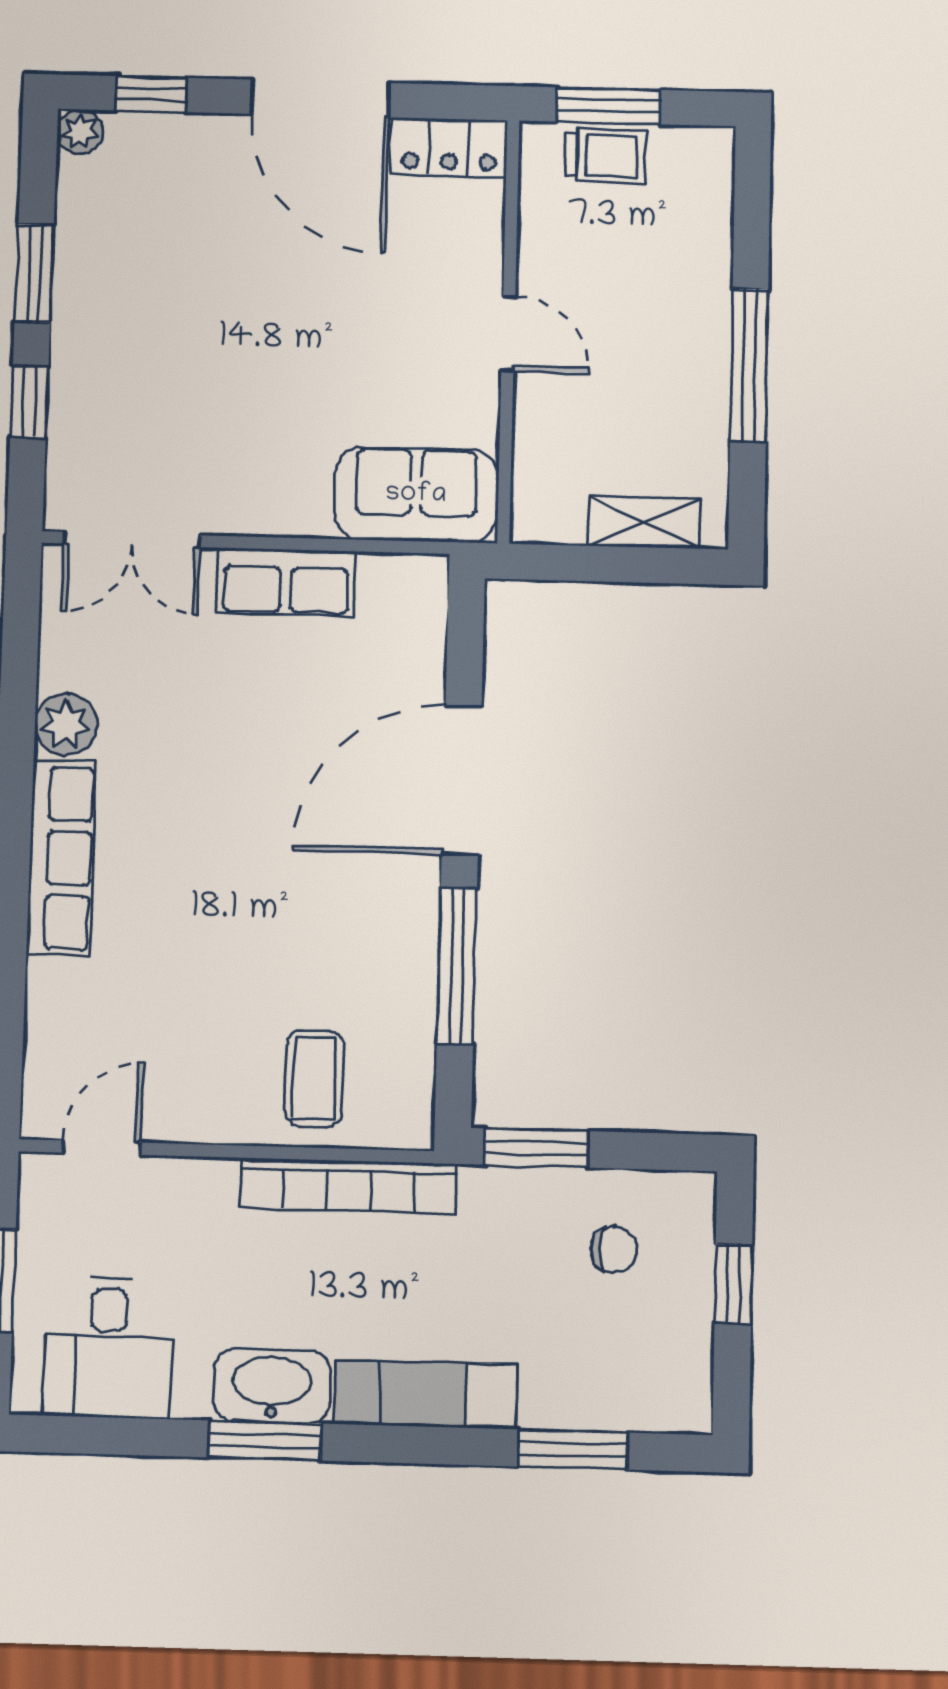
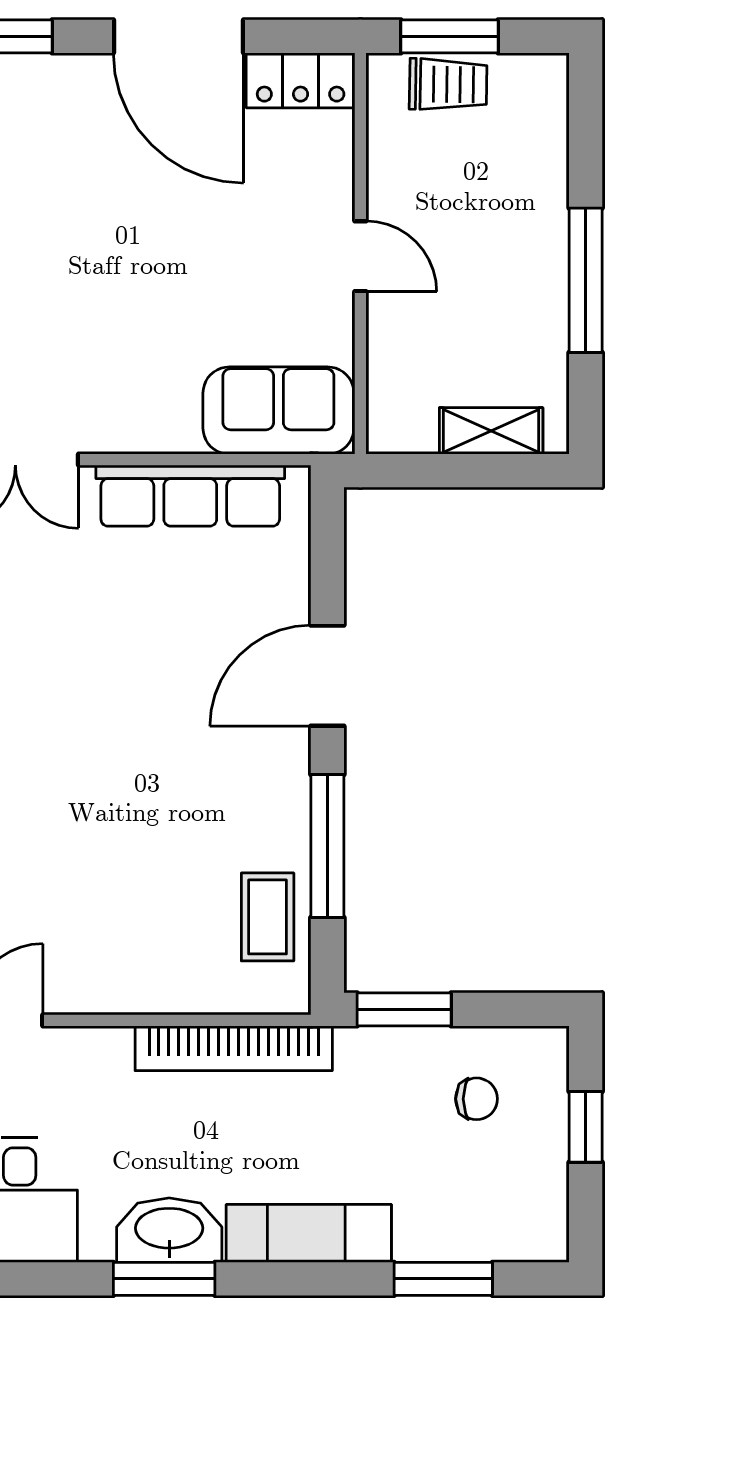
row of seats: (286, 582) -> (190, 496), width x1.48
door: (462, 781) -> (327, 676), width x0.73
coffee table: (314, 1078) -> (268, 917), moved

